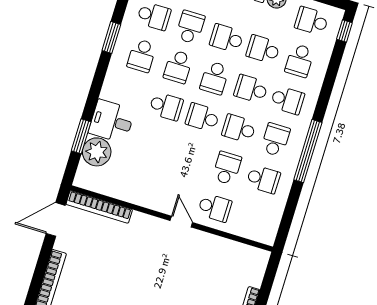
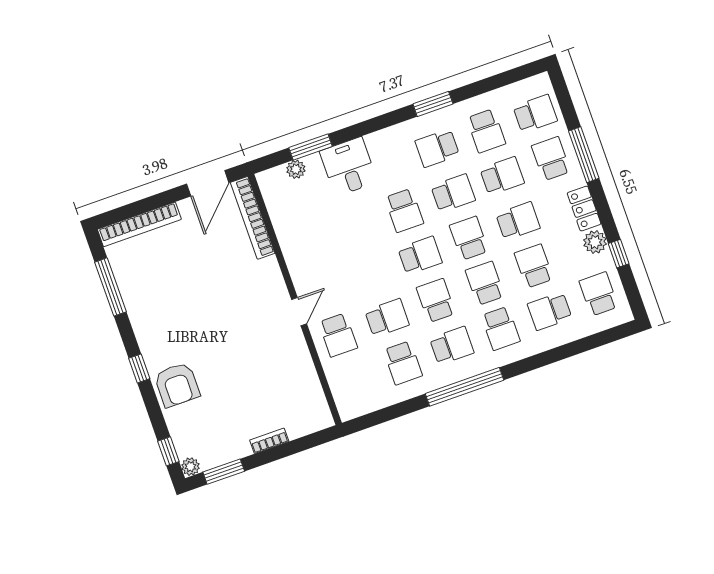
window: (344, 31) -> (613, 335), removed
school desk: (227, 38) -> (518, 221), turned 90
school desk: (178, 67) -> (453, 193), turned 180
school desk: (215, 78) -> (469, 238), turned 90
school desk: (202, 117) -> (420, 255), turned 90
plant: (97, 152) -> (296, 169), width x0.53, depth x0.53
door: (56, 219) -> (208, 183), swing flipped

